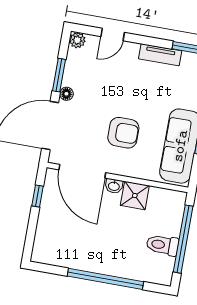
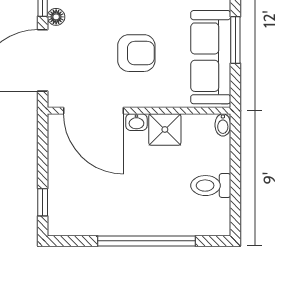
window: (38, 196) -> (43, 202), moved
bidet: (180, 200) -> (223, 125), added
window: (183, 239) -> (235, 173), removed

